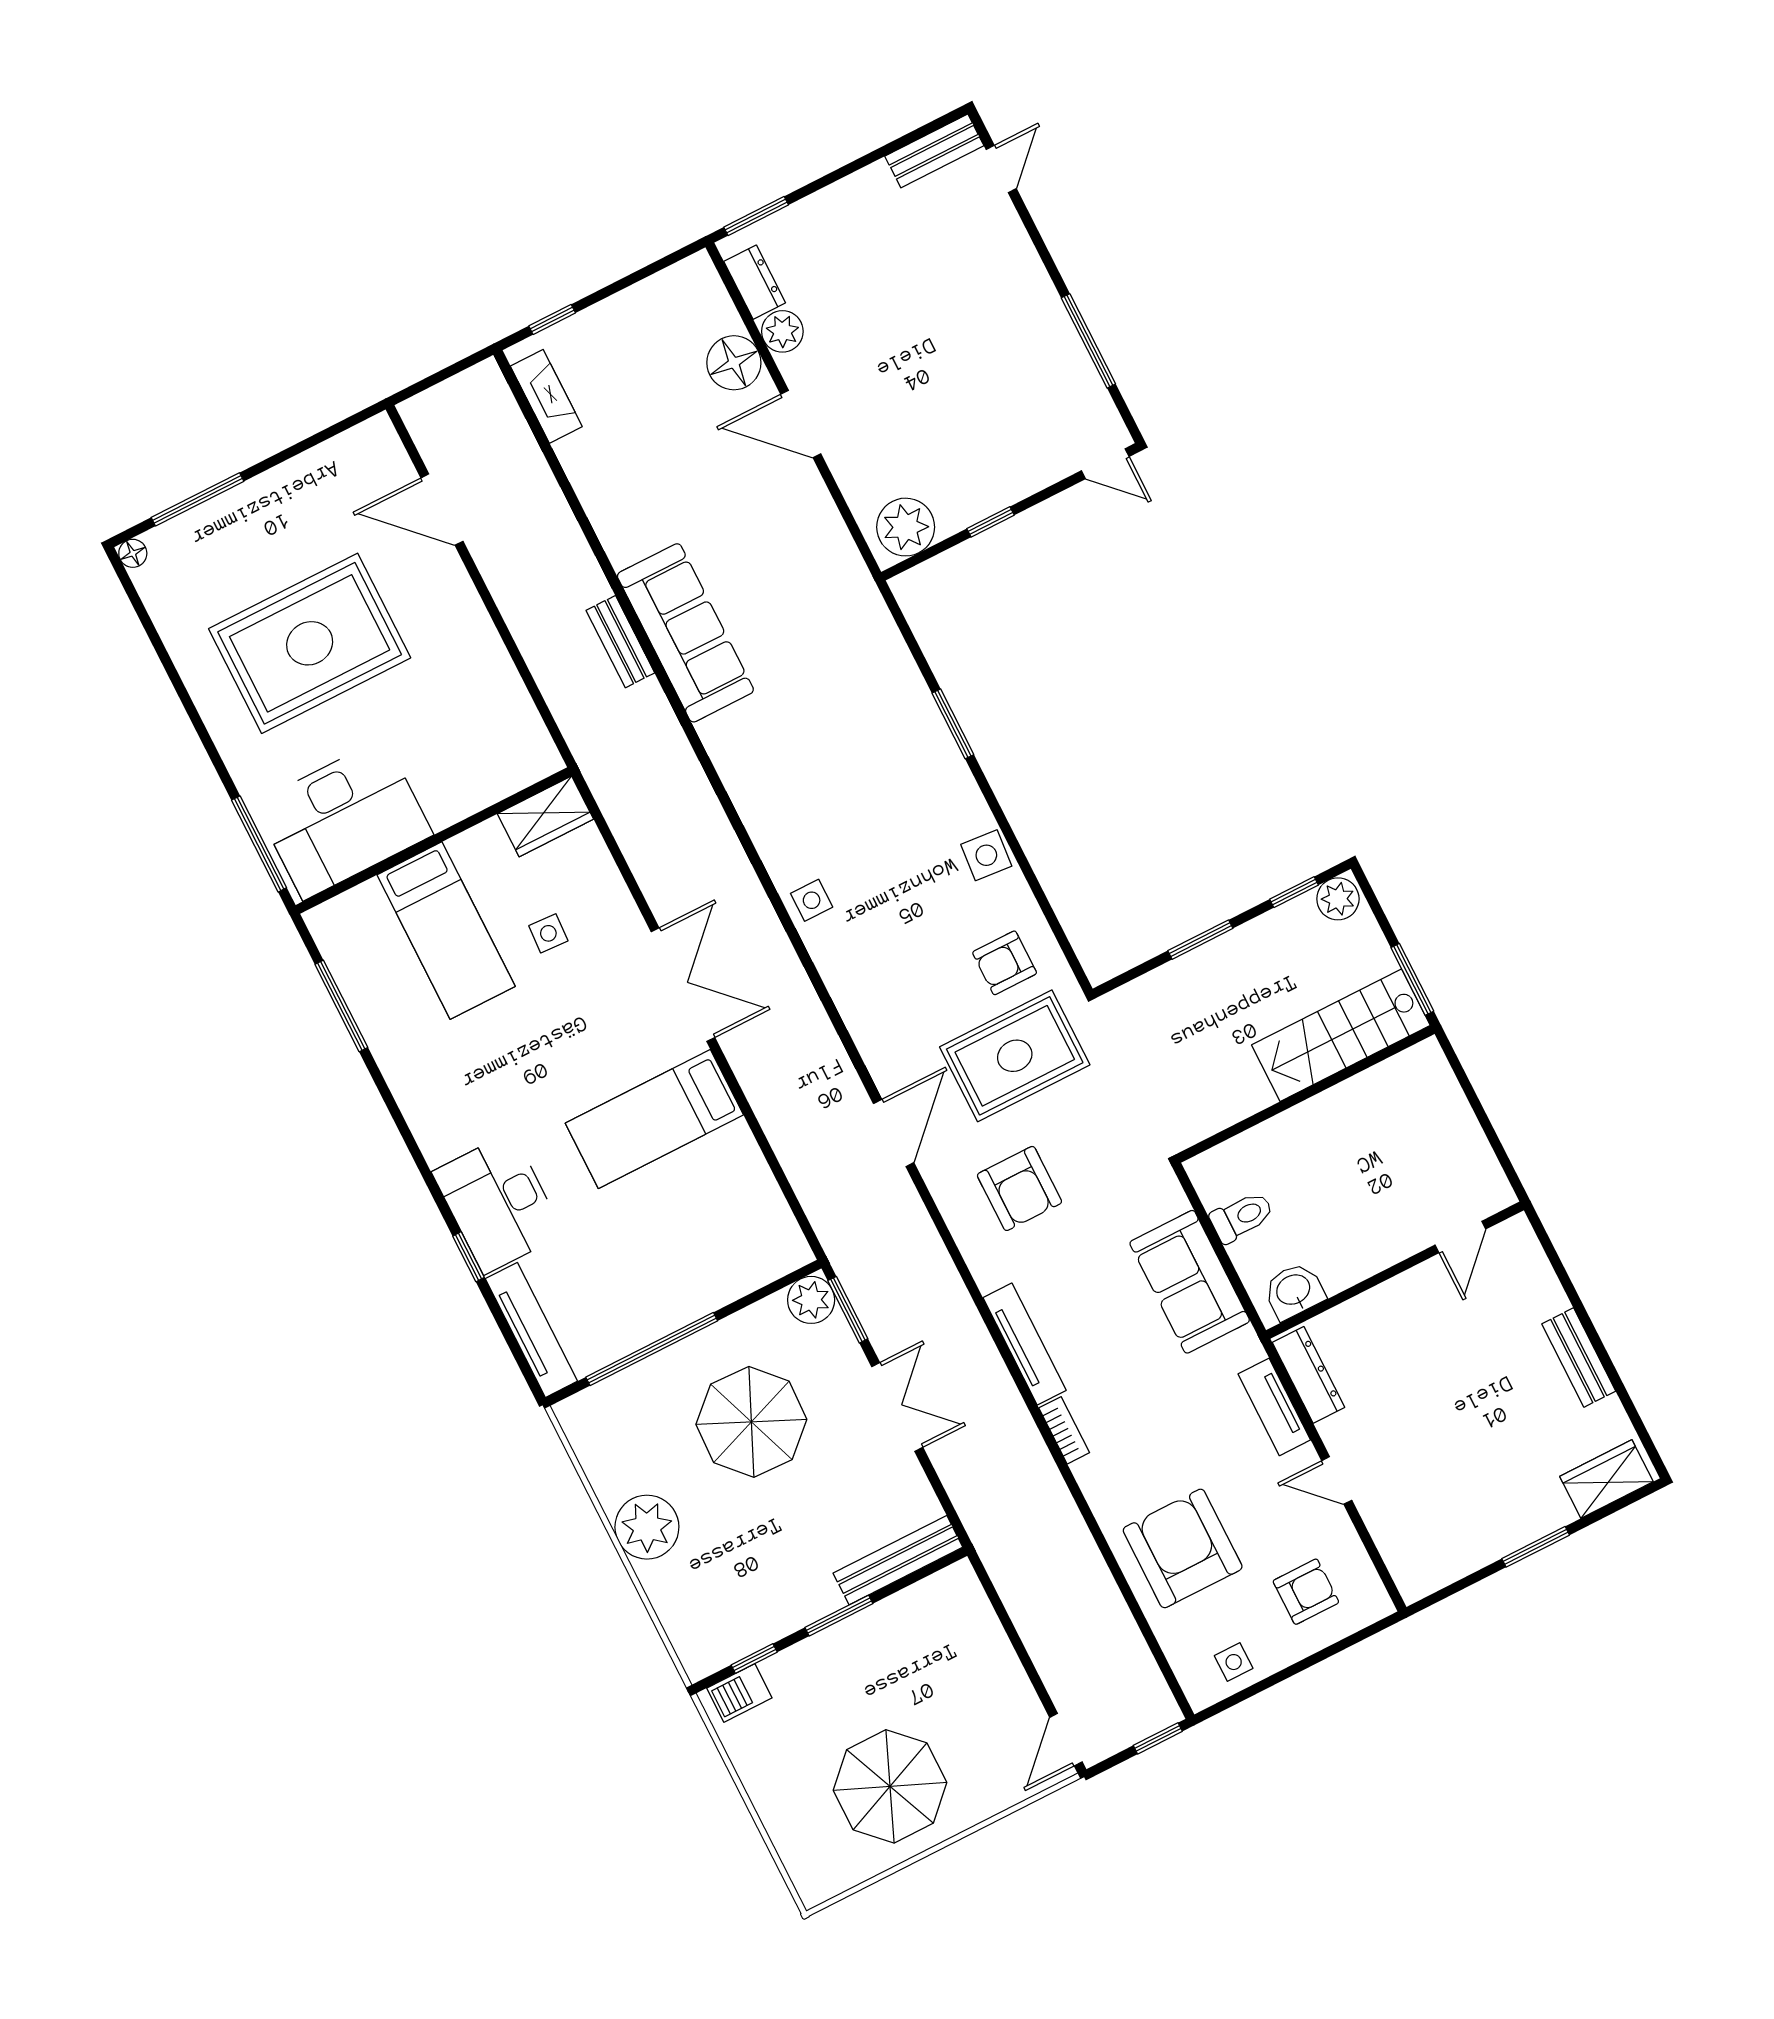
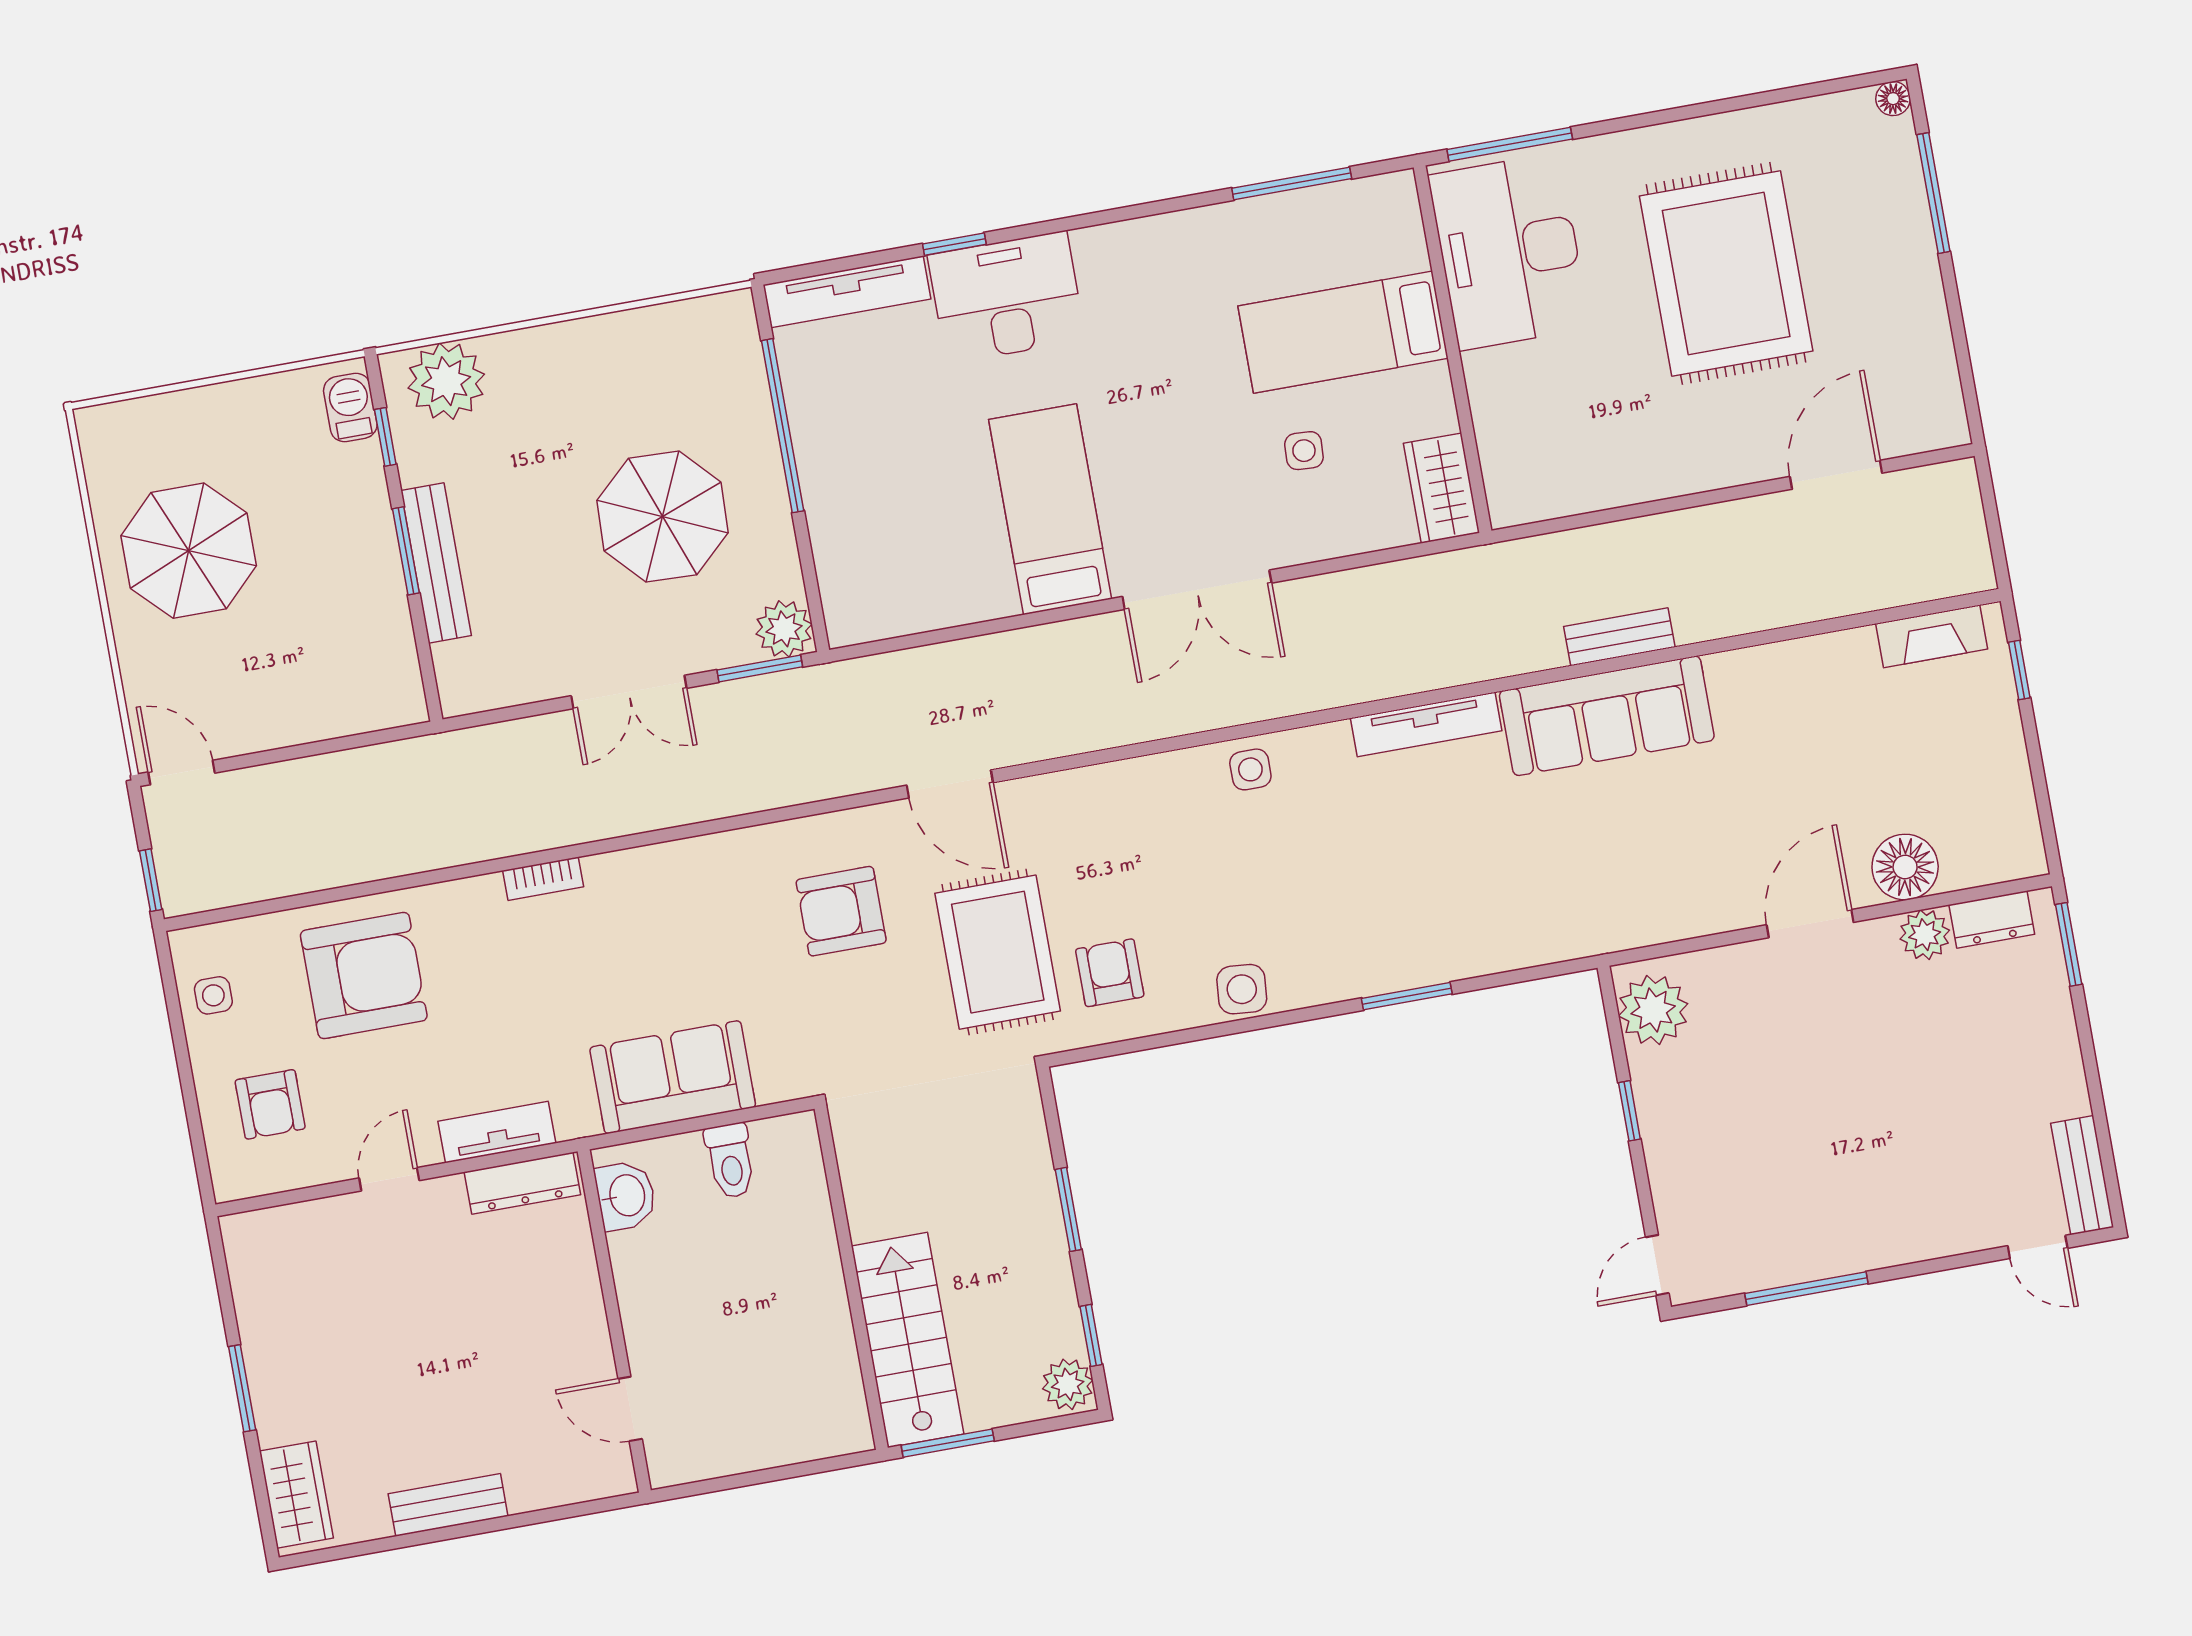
tv unit: (1025, 1344) -> (1426, 724), moved
plant: (647, 1527) -> (446, 381), moved
bench: (898, 1560) -> (436, 563), moved

